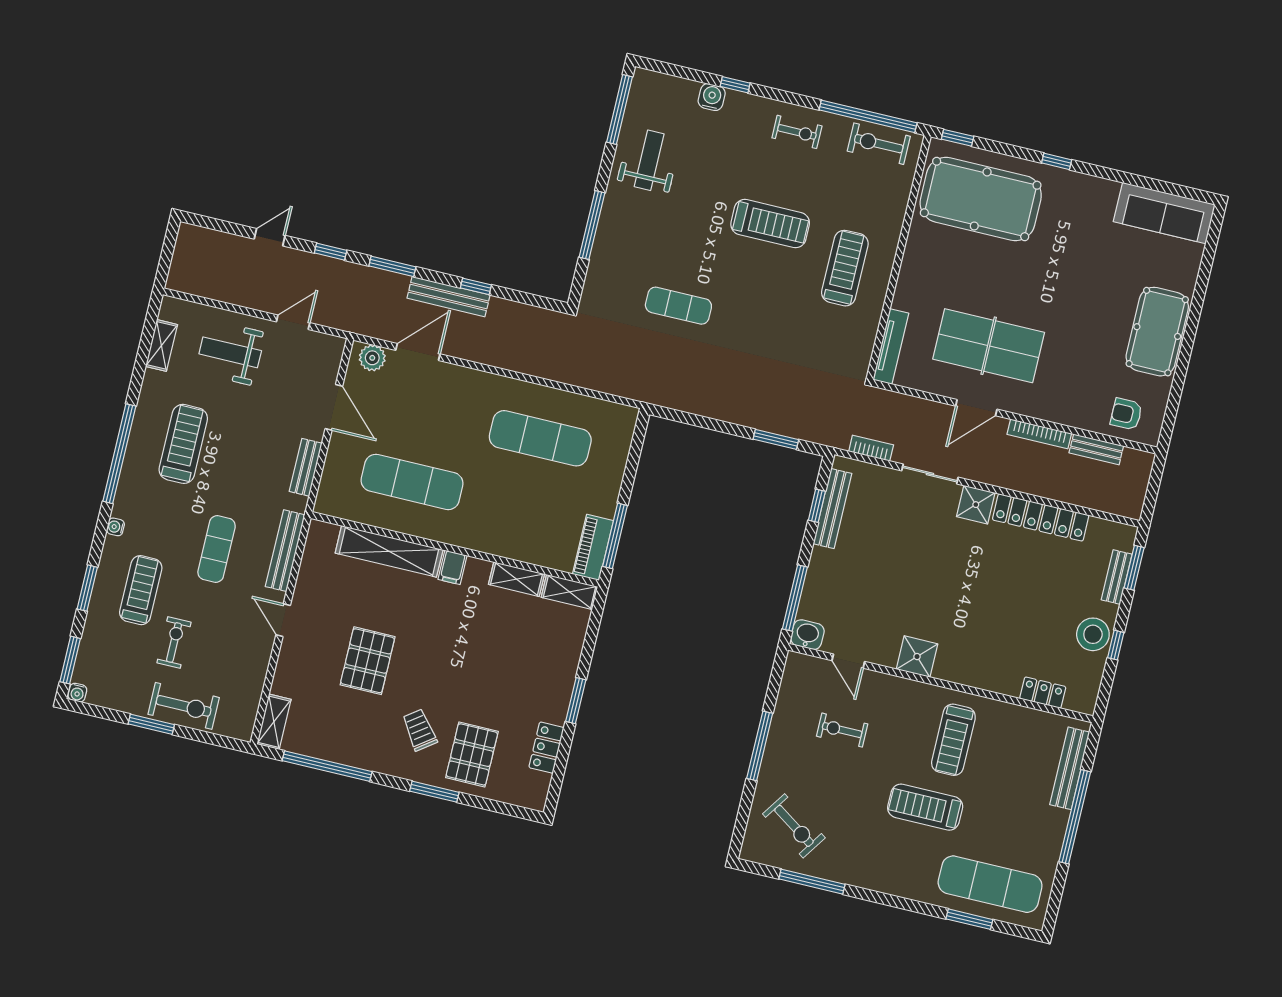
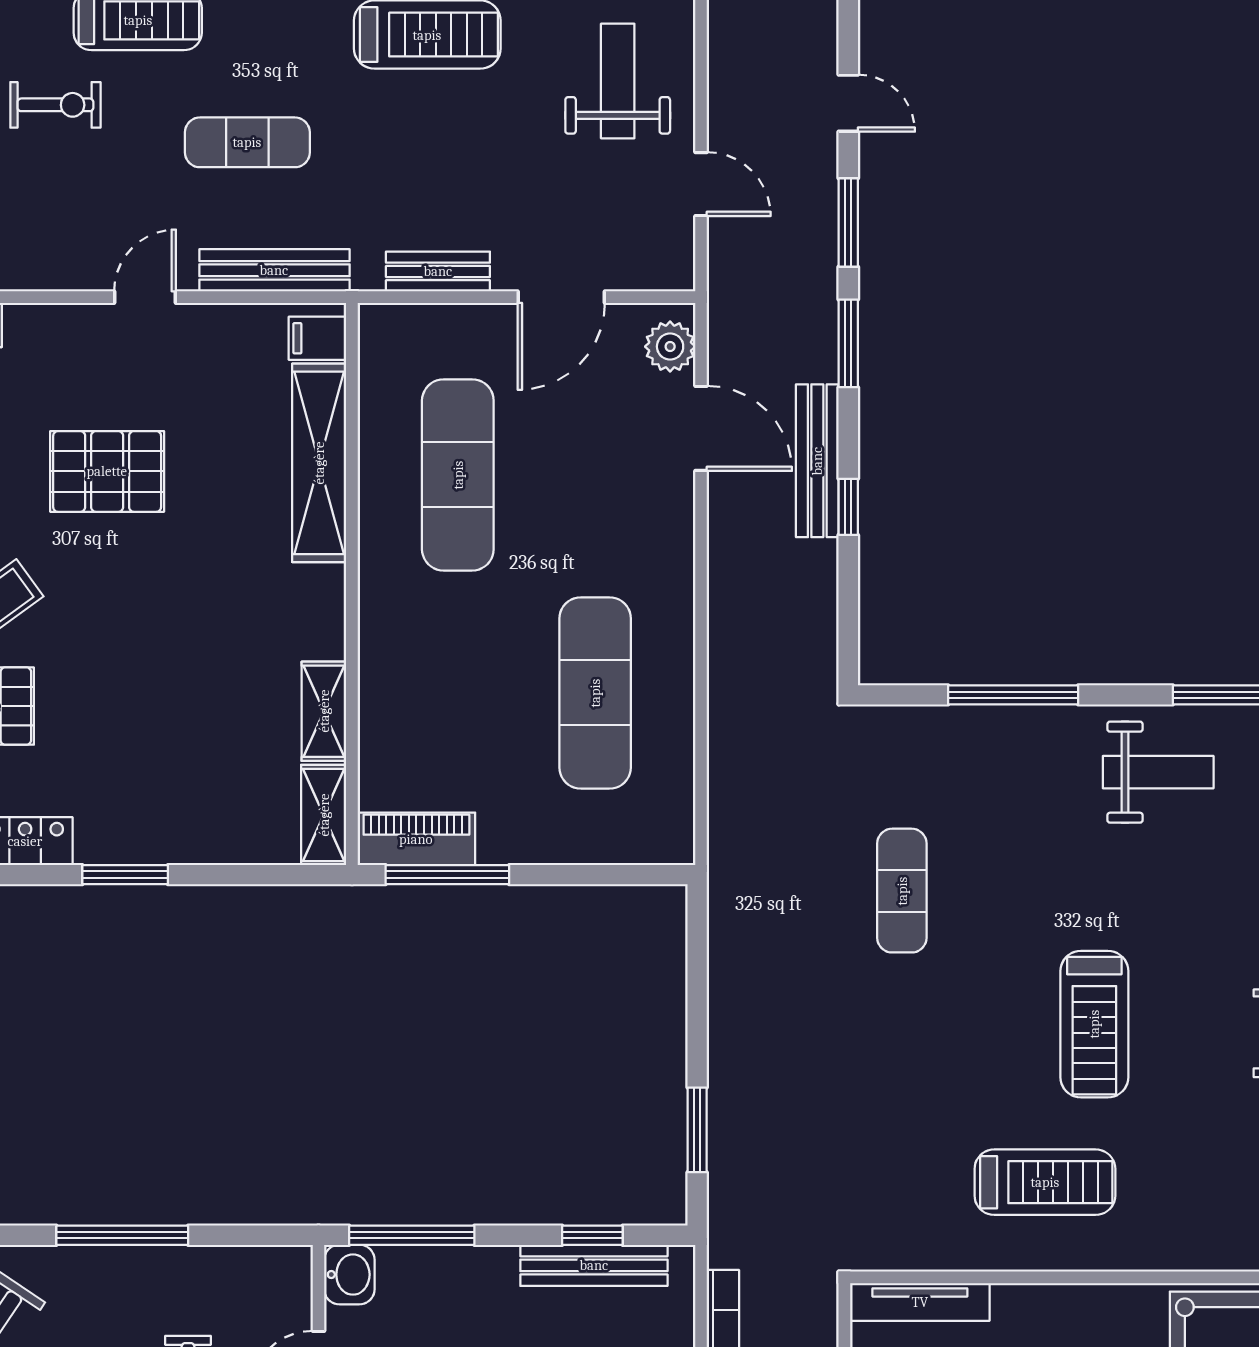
window: (331, 252) -> (848, 222), width x1.50
filing cabinet: (452, 567) -> (317, 338), moved

